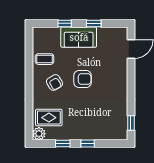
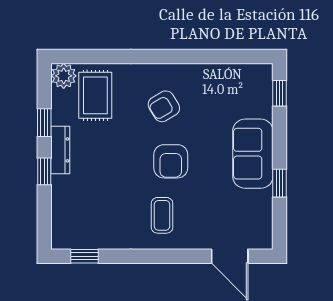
window: (65, 23) -> (280, 93), moved
coffee table: (44, 59) -> (162, 215), moved
dresser: (77, 135) -> (60, 150), added

